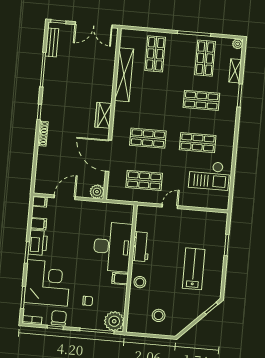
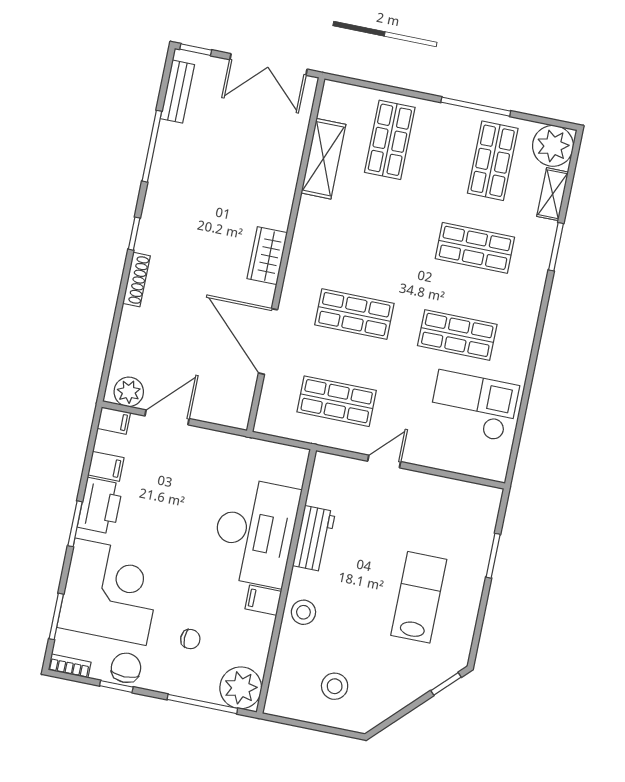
plant: (238, 44) -> (553, 146), width x1.87, depth x1.87
shelving: (124, 75) -> (323, 159), width x0.68
checkout: (209, 175) -> (474, 406), turned 180
plant: (97, 192) -> (129, 392), moved

